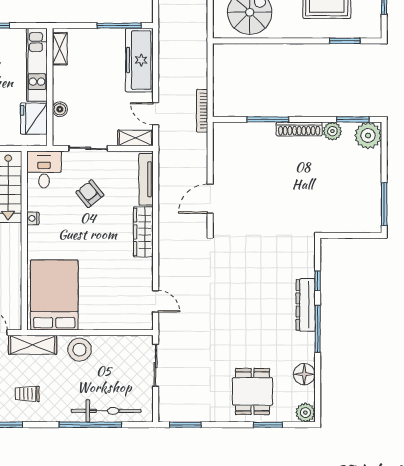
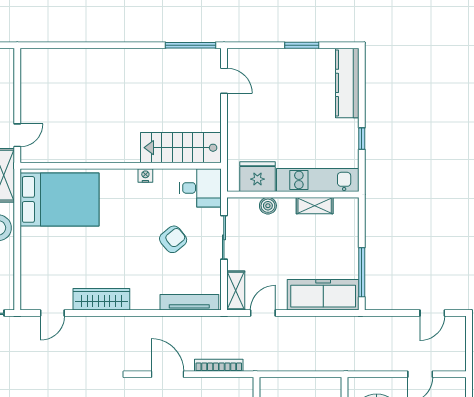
shelving: (60, 49) -> (315, 206), moved
bookcase: (202, 111) -> (219, 365), moved
wardrobe: (143, 232) -> (101, 299), moved

